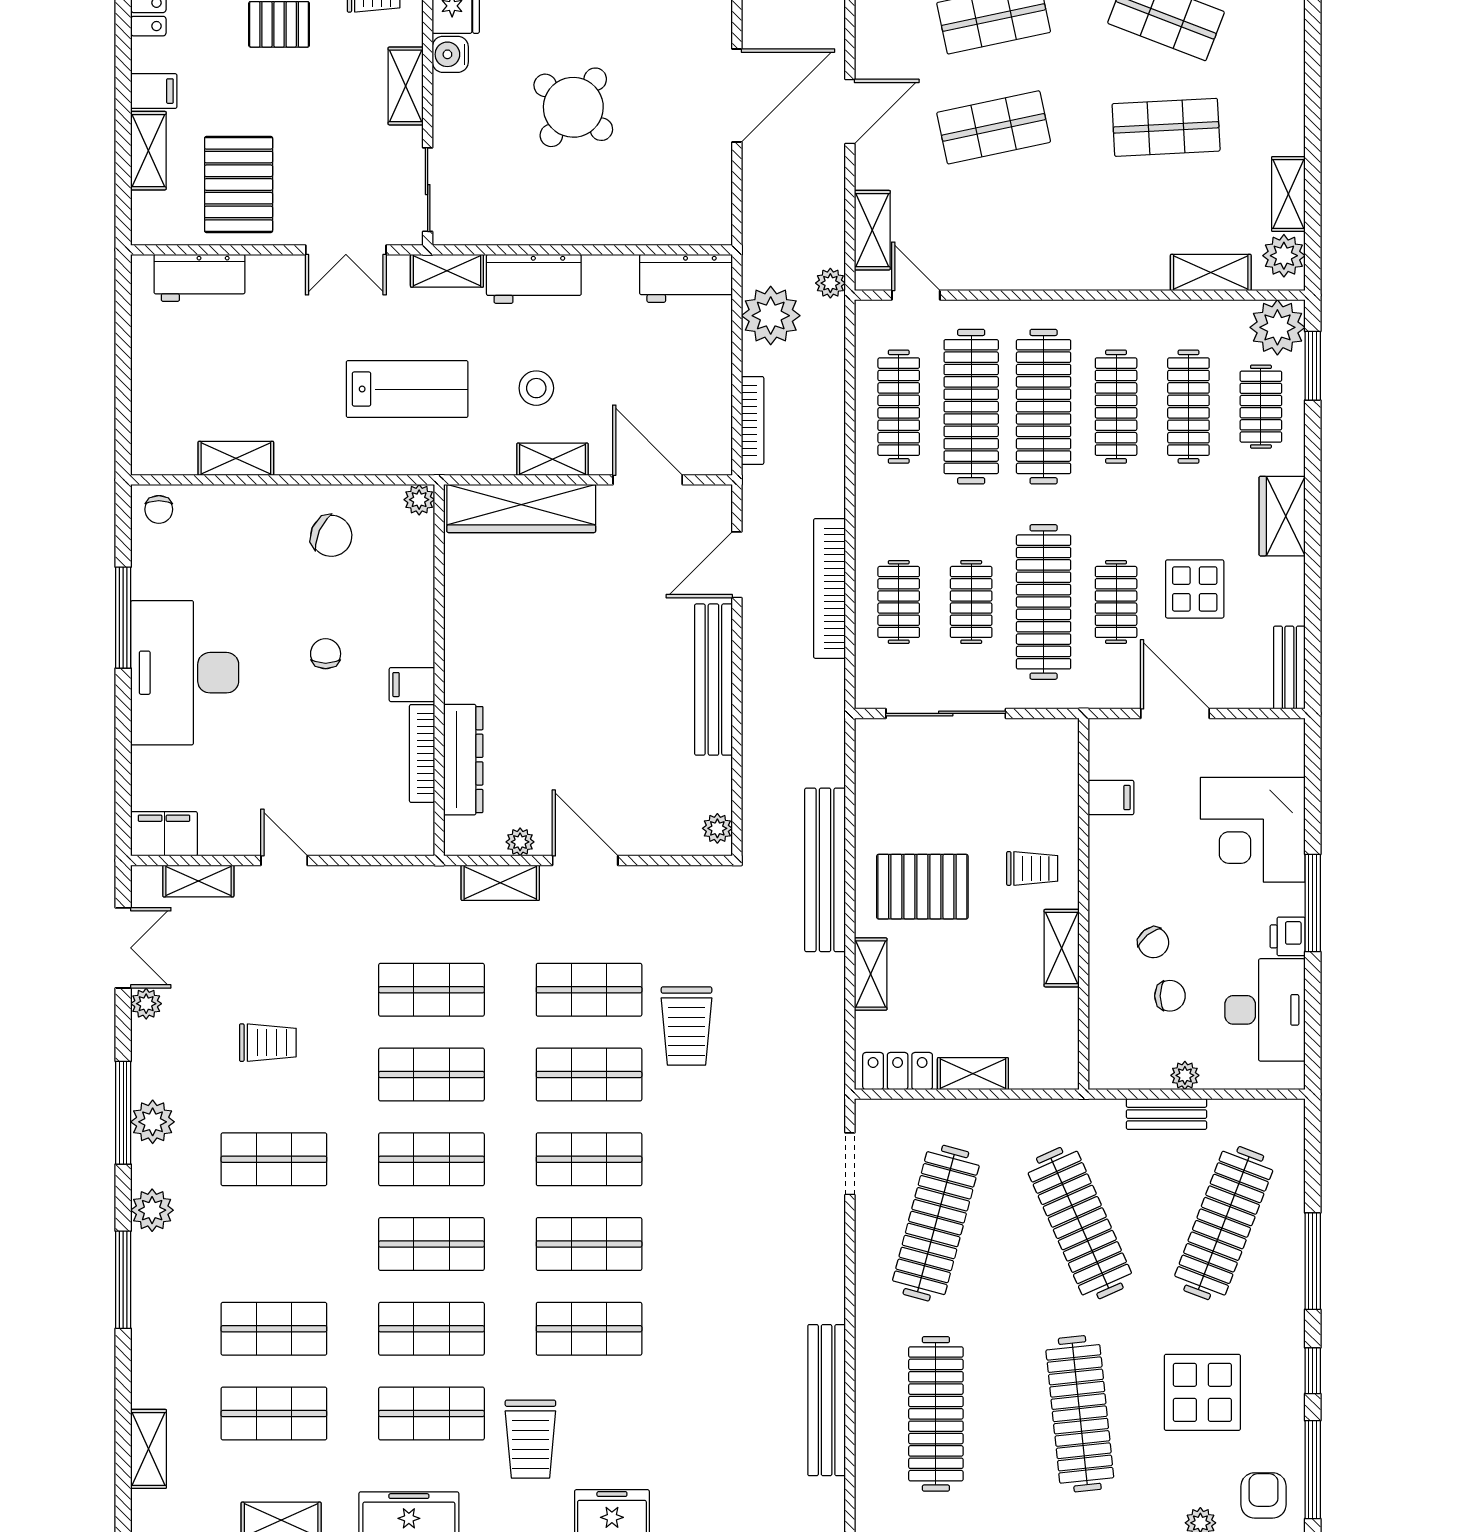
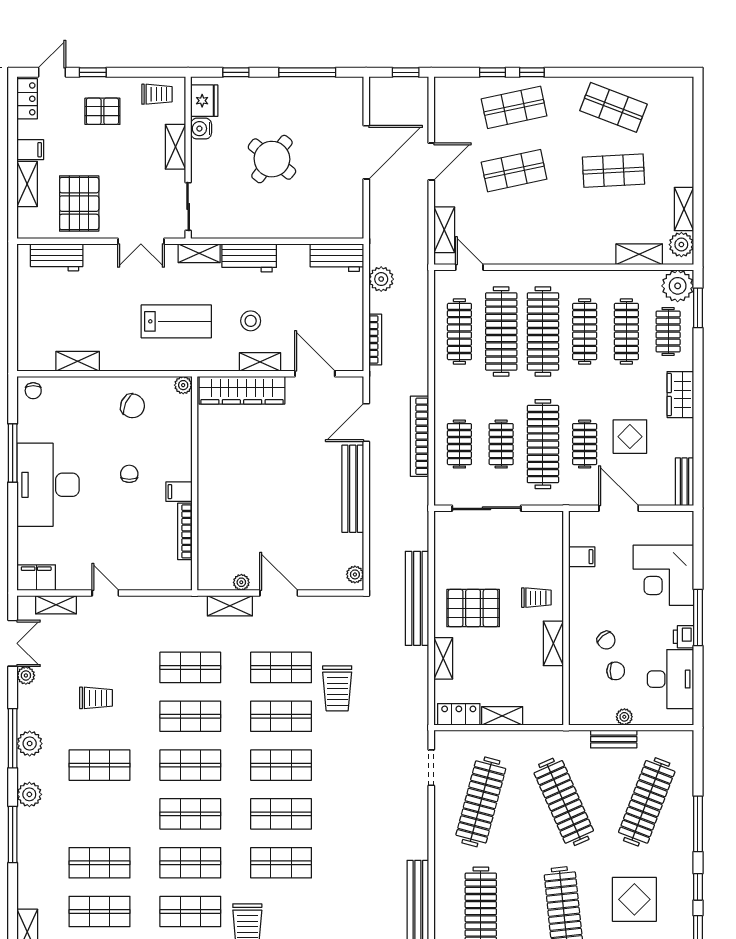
plant: (830, 283) -> (420, 260), removed
plant: (771, 316) -> (381, 279), width x0.73, depth x0.73
dresser: (463, 760) -> (209, 535), removed

